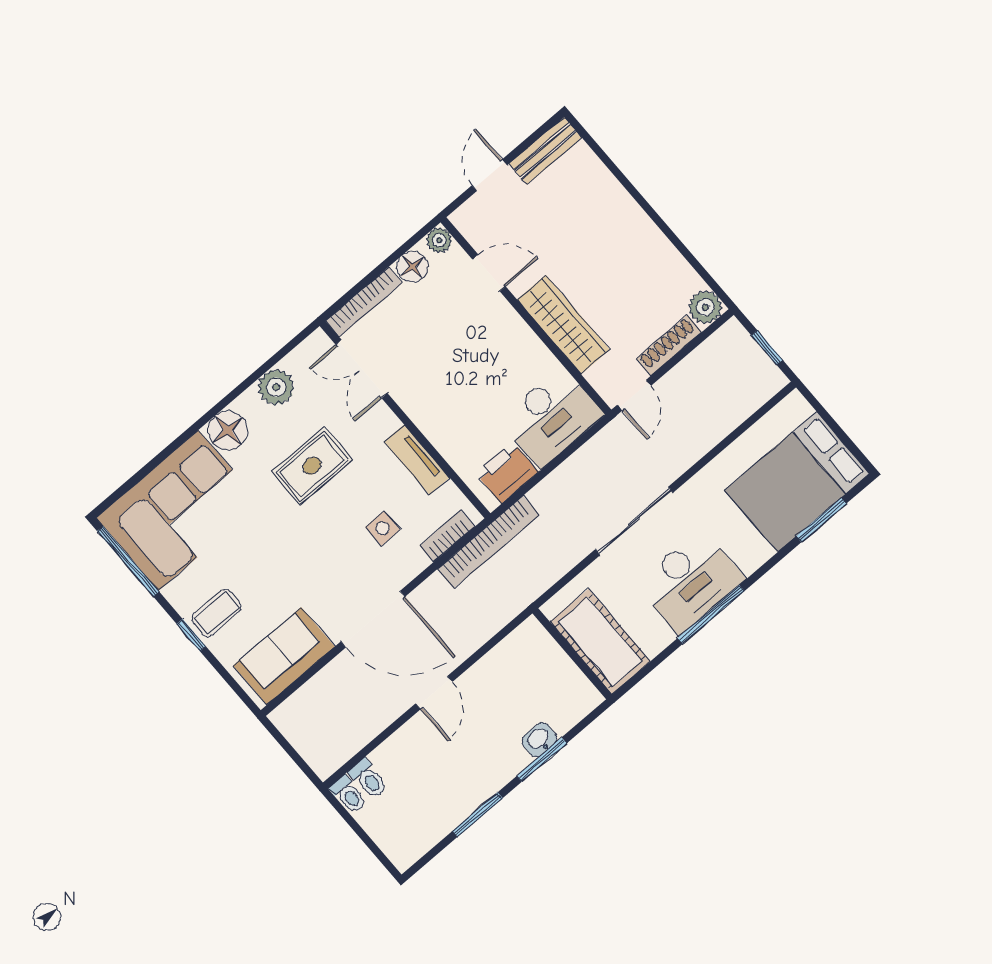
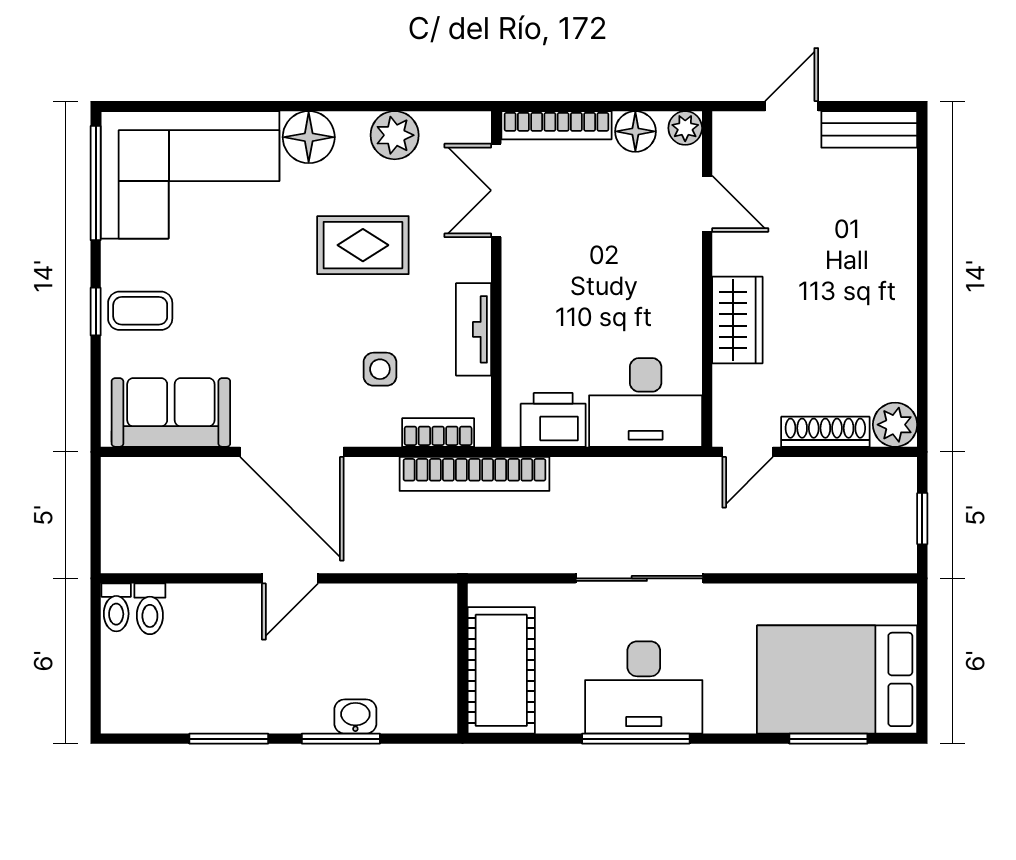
wardrobe: (563, 325) -> (737, 320), width x0.67

